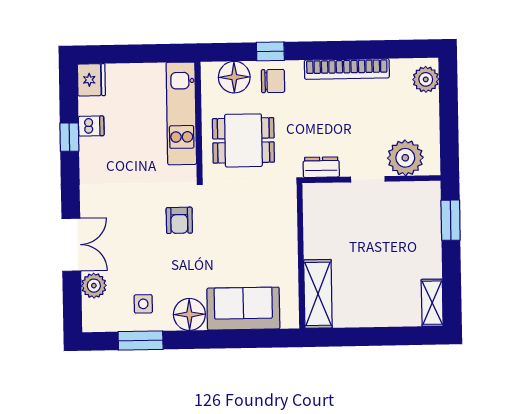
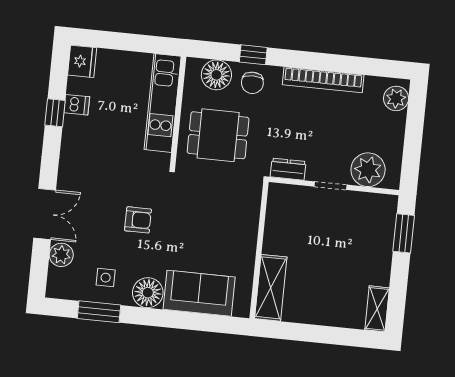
chair: (273, 81) -> (252, 83), turned 90
armchair: (179, 220) -> (138, 220), moved, turned -90

